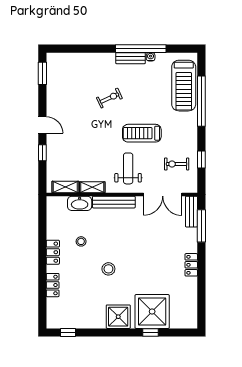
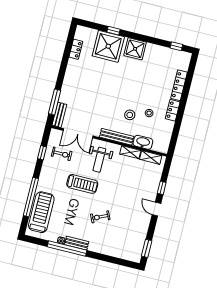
double door: (163, 195) -> (78, 133), swing flipped
locker: (191, 265) -> (76, 49), moved
stool: (108, 269) -> (130, 115), moved
locker: (53, 285) -> (179, 85), width x1.53

